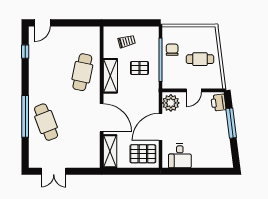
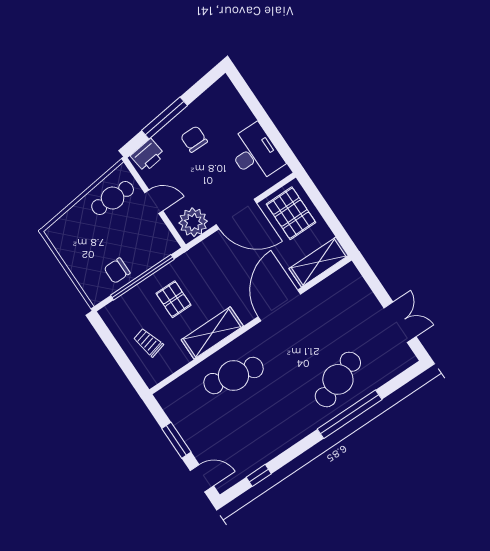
window: (69, 23) -> (176, 440), added
cafe table: (200, 59) -> (113, 198), moved, turned 90
chair: (211, 131) -> (194, 139), added
desk: (180, 156) -> (255, 154), width x1.37

